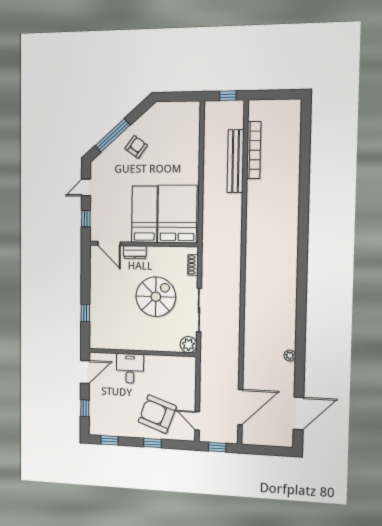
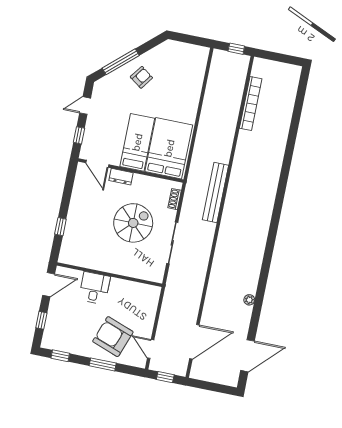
bench: (236, 161) -> (216, 193), moved
plant: (188, 345) -> (156, 274), removed
window: (152, 443) -> (103, 364), width x1.50

